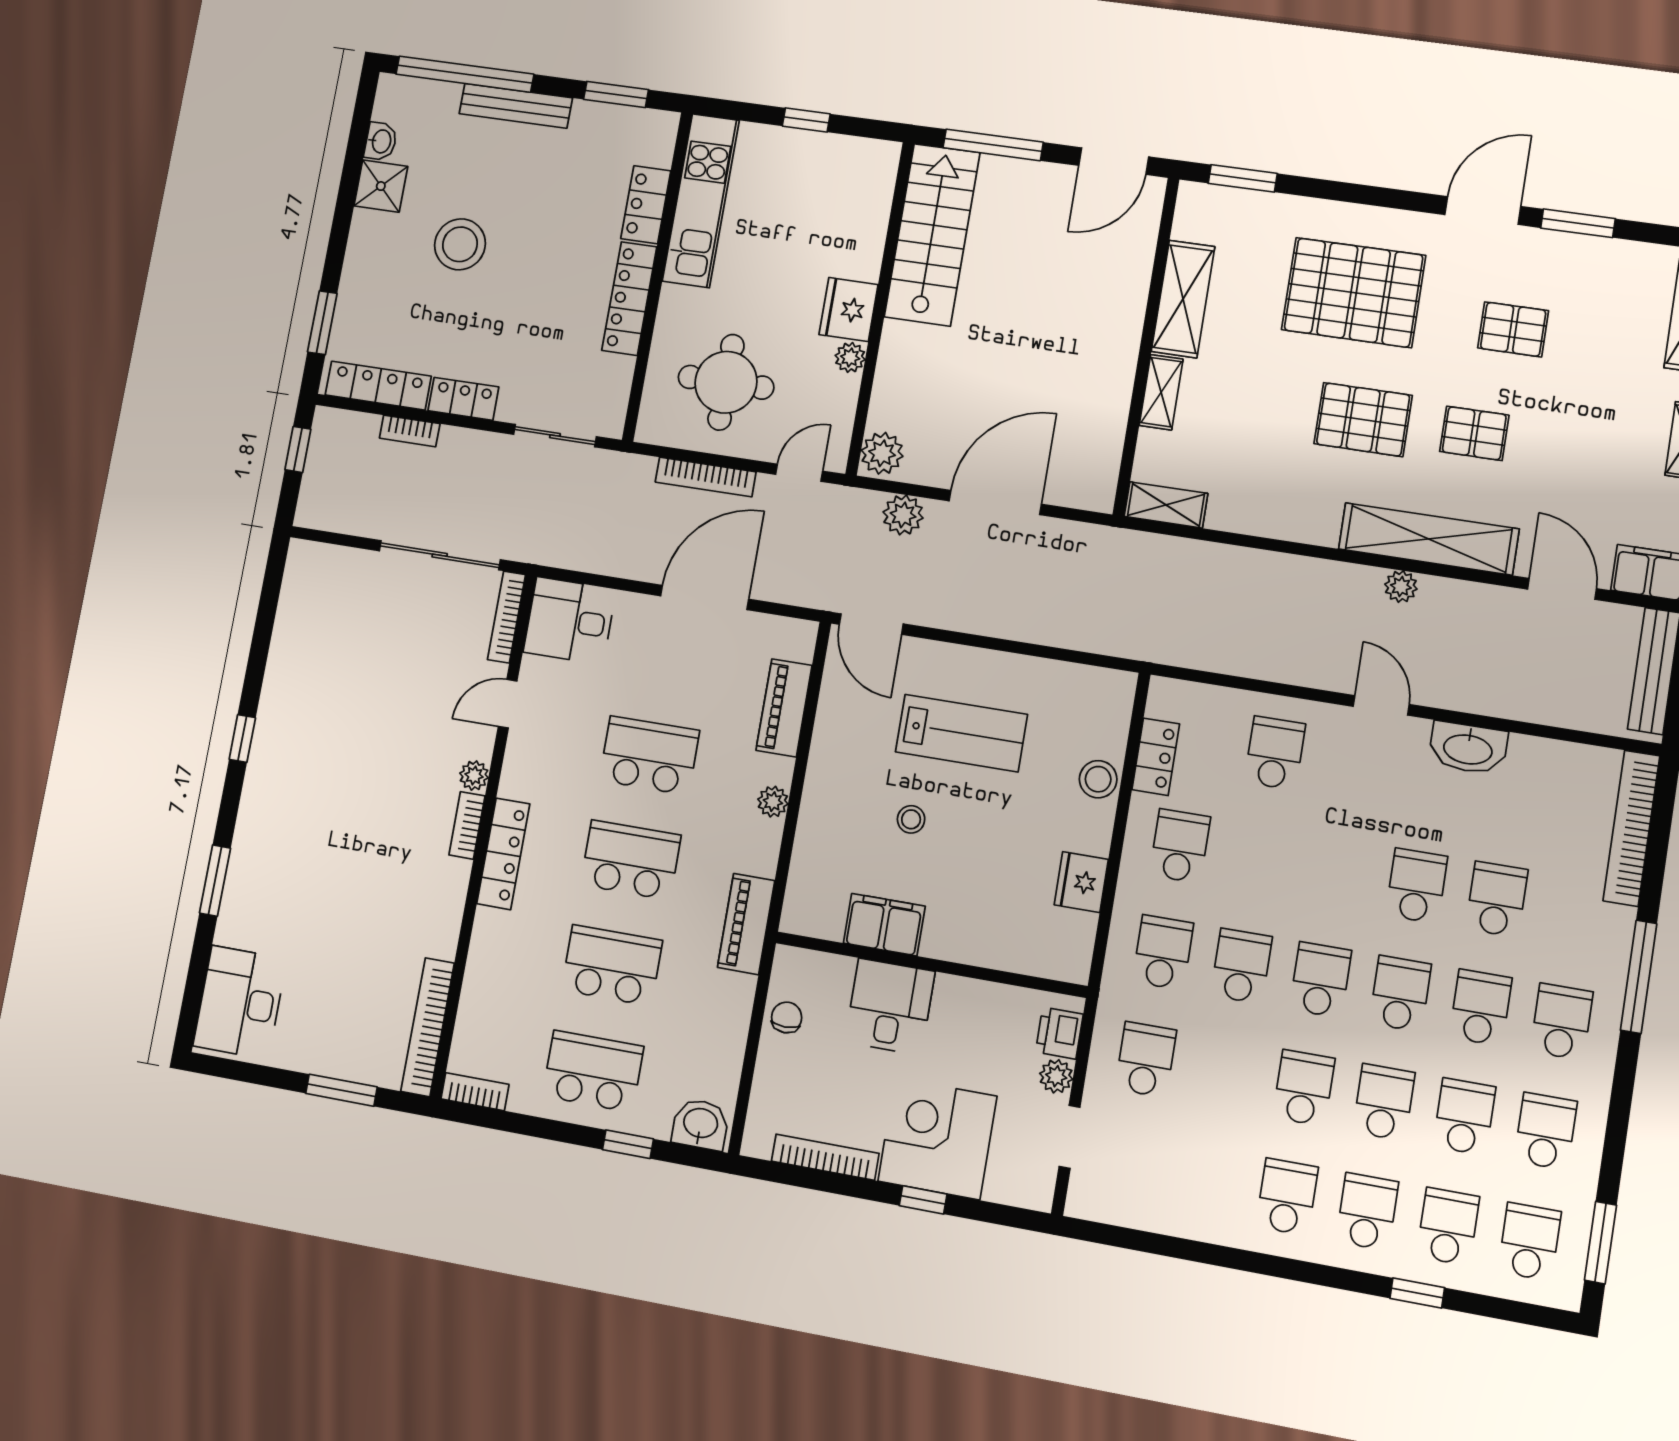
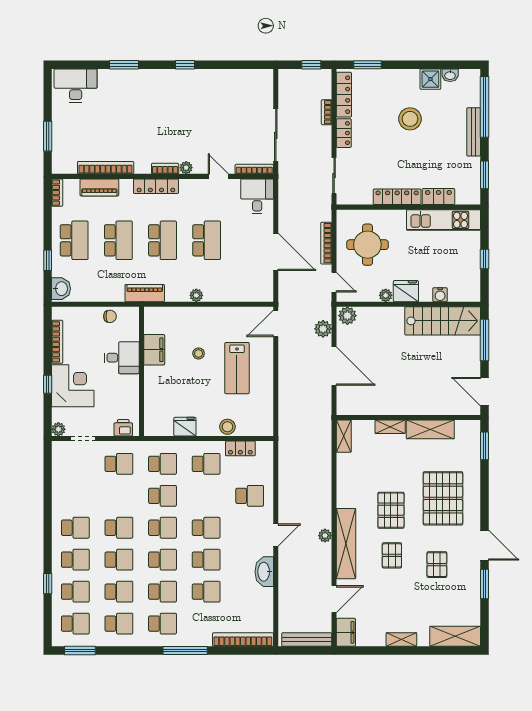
water cooler: (870, 232) -> (440, 295), added
piano: (784, 708) -> (99, 187), moved, turned 180
school desk: (1337, 872) -> (206, 528), added
bookcase: (428, 1027) -> (106, 168), moved
plant: (1056, 1076) -> (58, 429), moved

